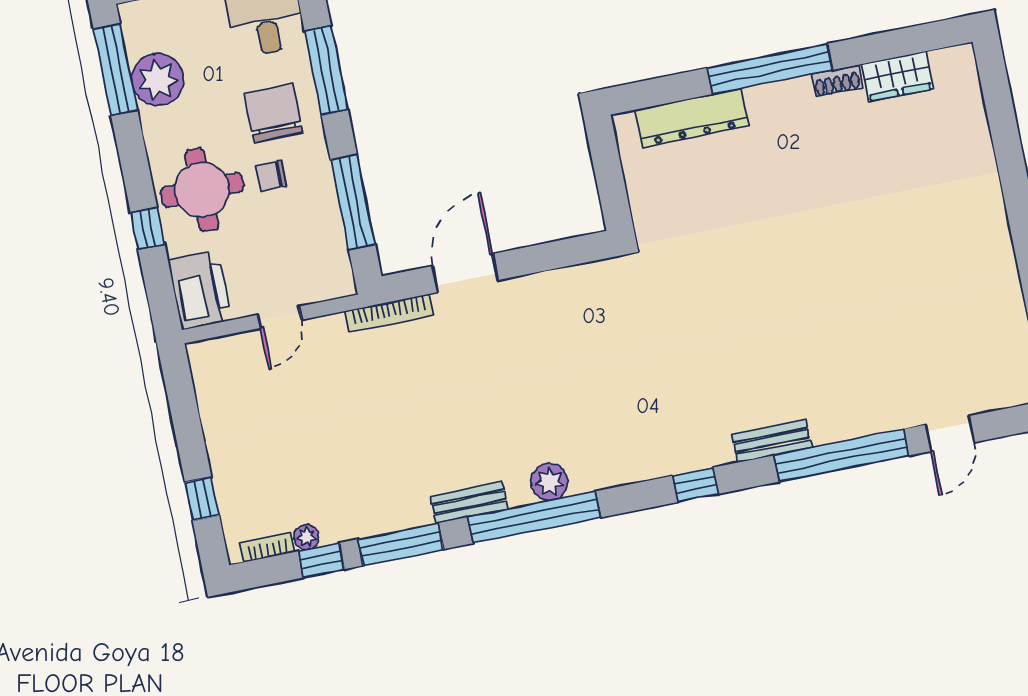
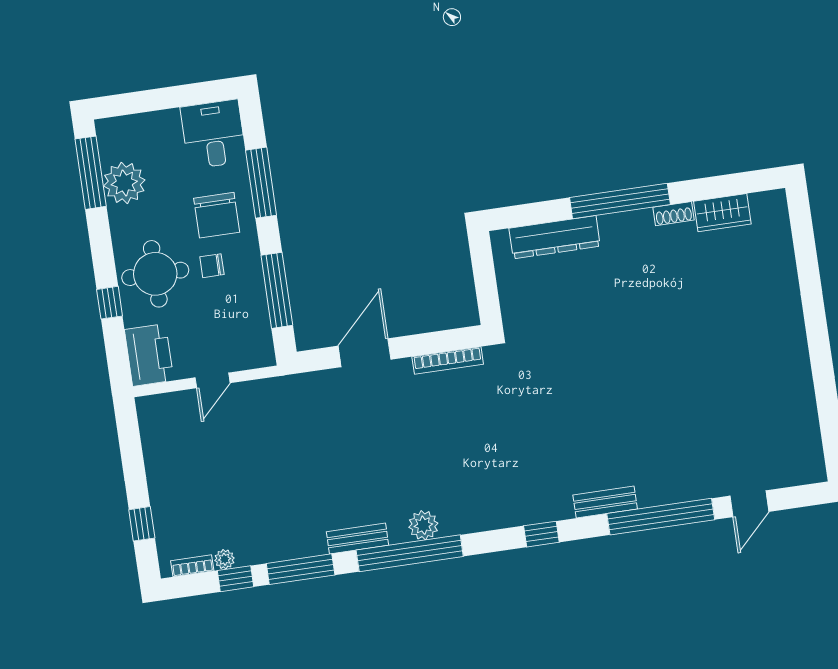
chair: (274, 113) -> (217, 215), turned 180
bookcase: (389, 313) -> (448, 360), moved

